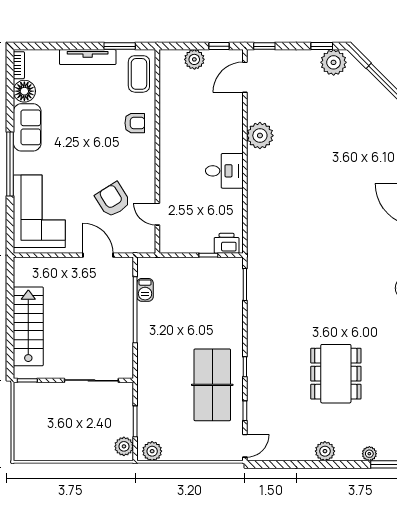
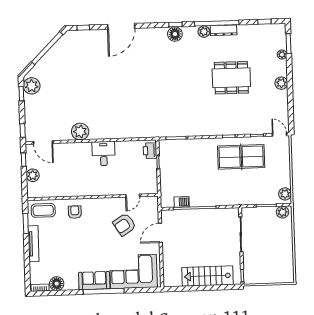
sofa: (27, 127) -> (94, 281), moved

